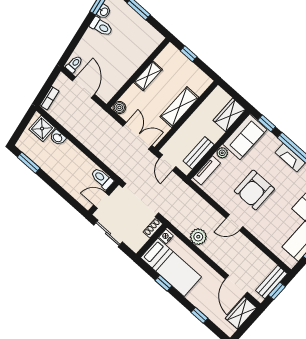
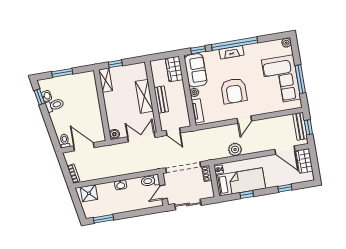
shelving: (148, 76) -> (106, 80), moved
washbasin: (58, 138) -> (121, 185), moved
bench: (199, 153) -> (161, 100), moved

